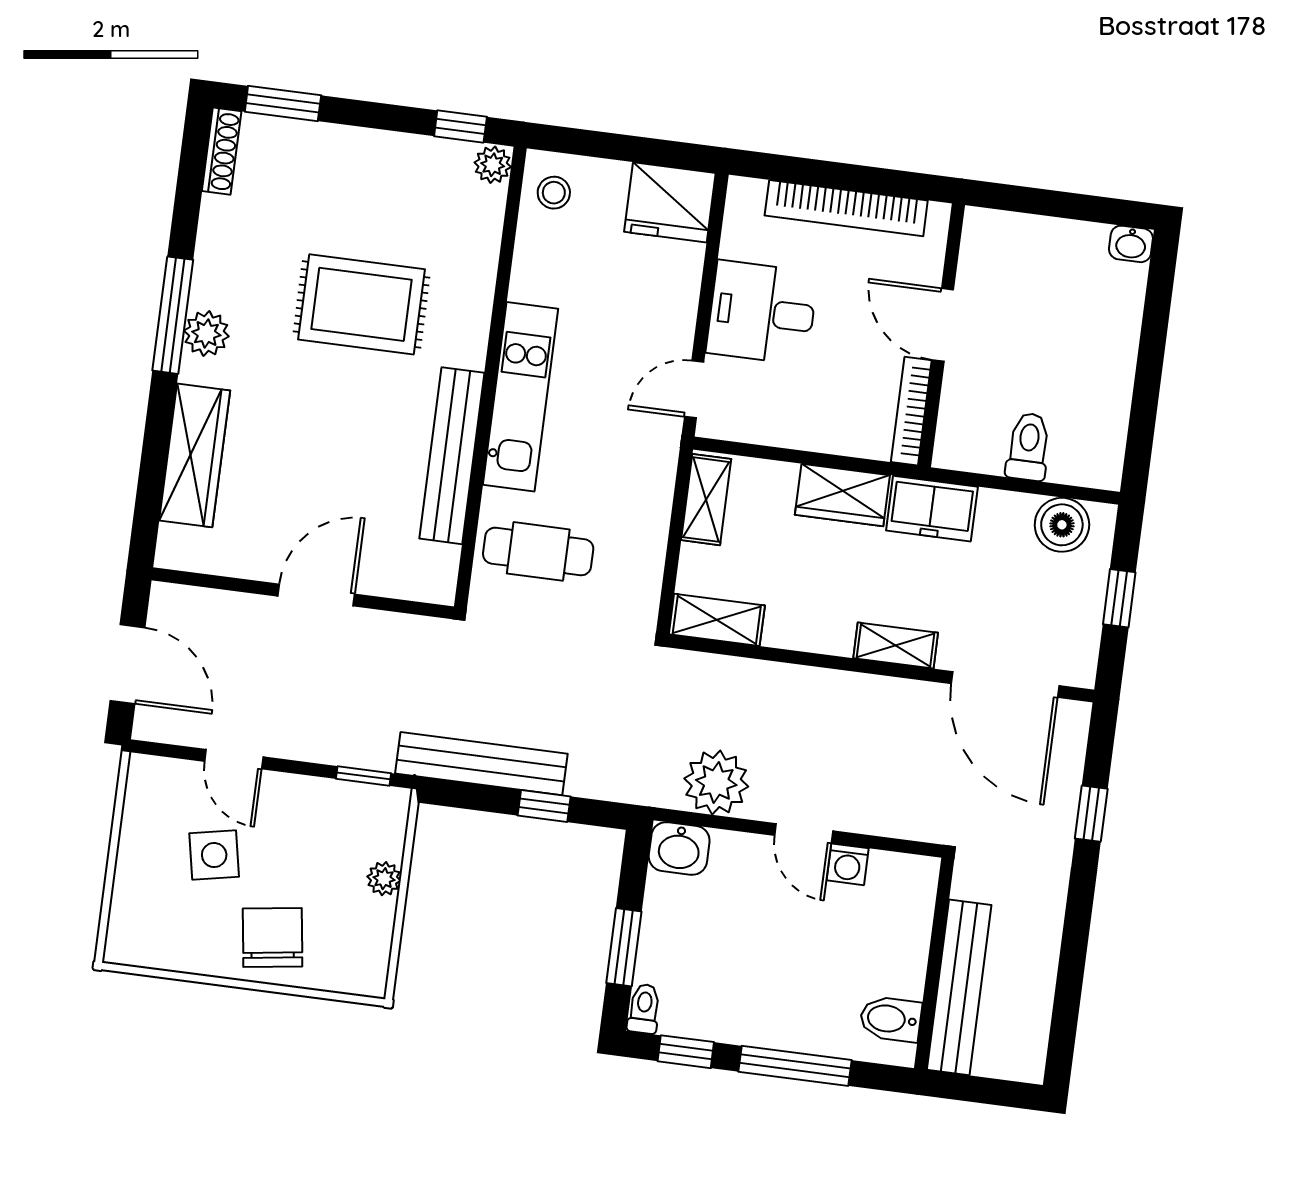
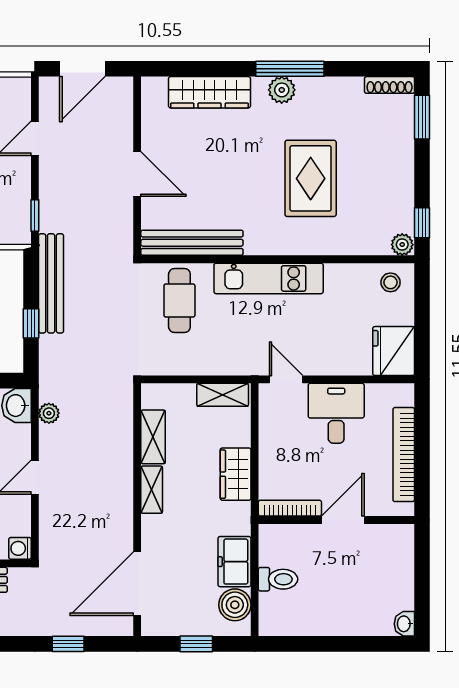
bench: (452, 456) -> (192, 243), moved
freezer: (932, 509) -> (234, 562), moved
shelving: (717, 620) -> (153, 437), moved
shelving: (896, 645) -> (152, 490), moved
plant: (716, 782) -> (49, 413), width x0.53, depth x0.53
washing machine: (848, 864) -> (20, 548), moved

